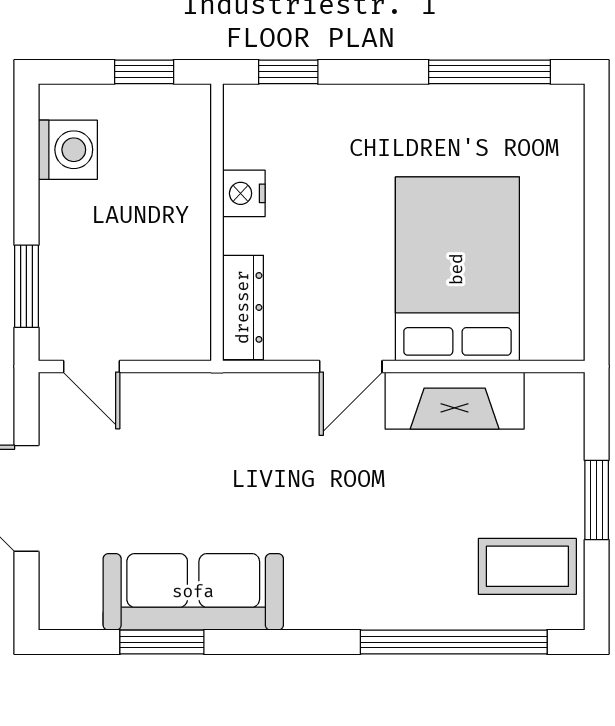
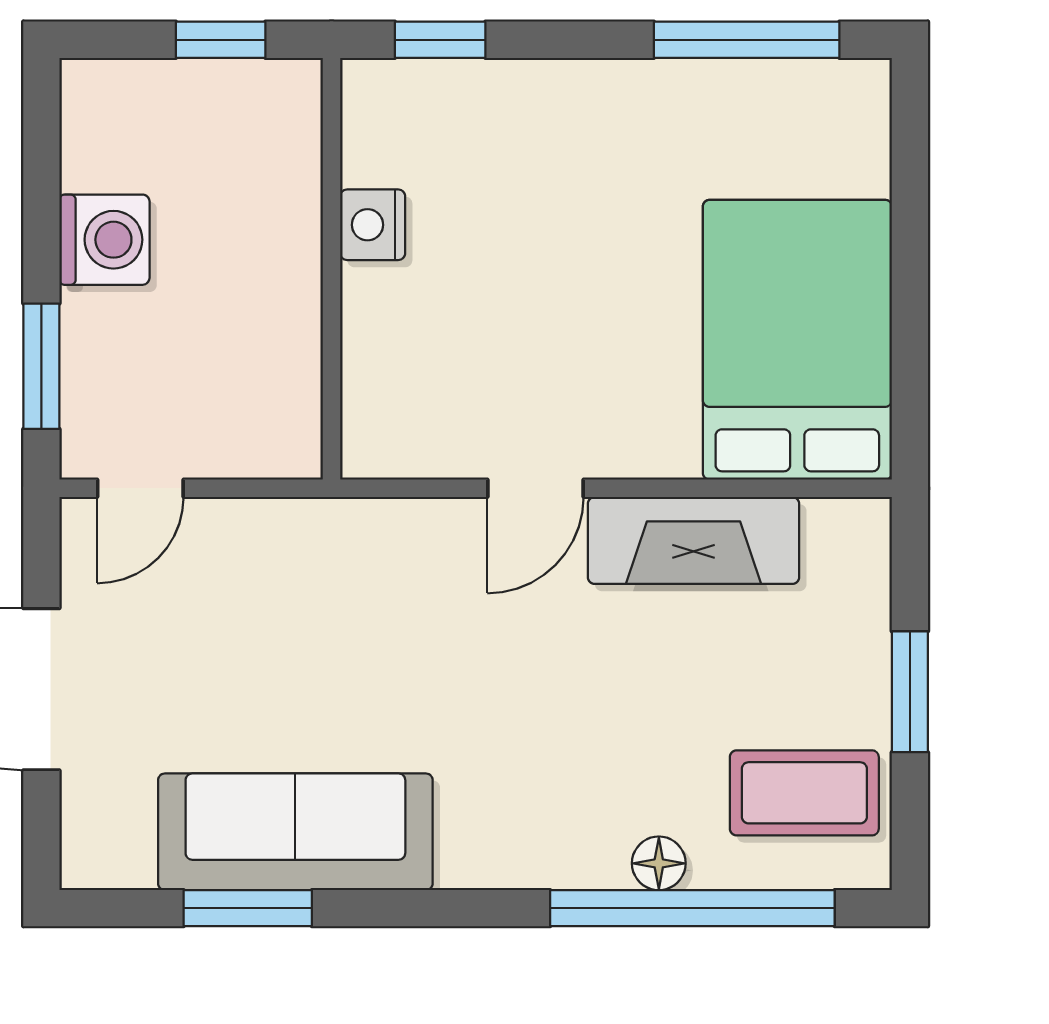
washing machine: (68, 150) -> (104, 240), moved
bed: (457, 269) -> (797, 340), moved
dresser: (243, 307) -> (371, 399), removed
door: (91, 366) -> (140, 488), hinge flipped
floor lamp: (432, 613) -> (659, 863), added

